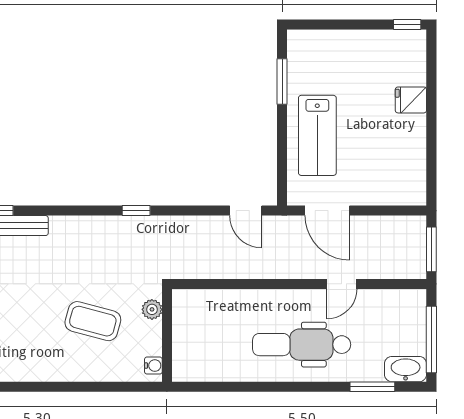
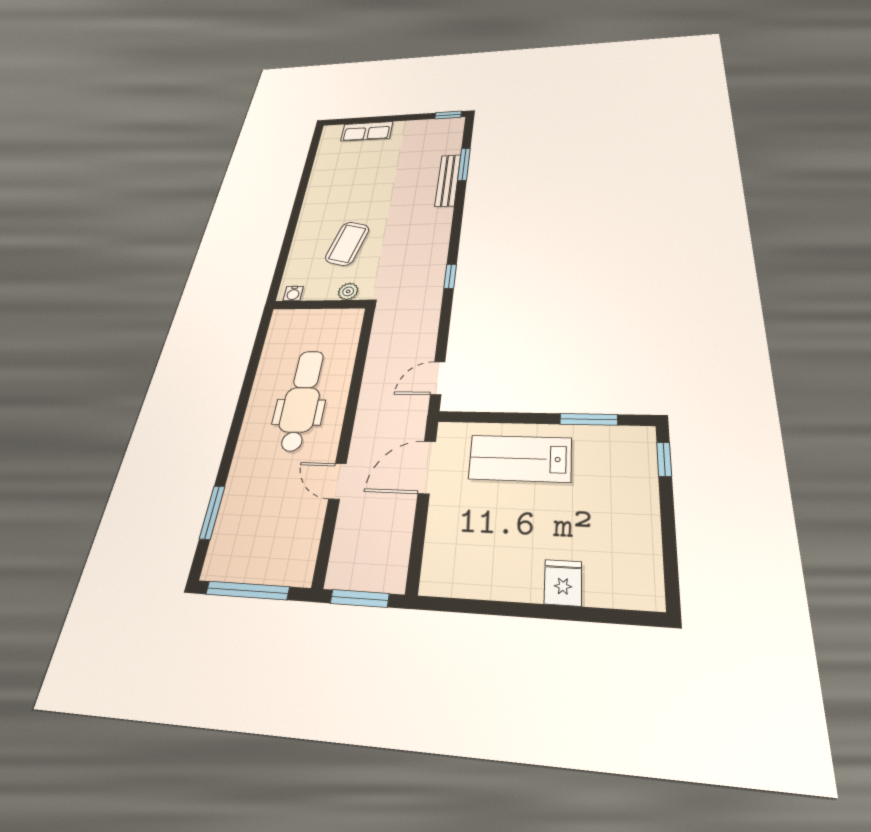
window: (407, 24) -> (664, 459), moved
dental chair: (302, 345) -> (302, 400), moved
washbasin: (406, 369) -> (221, 554), removed

